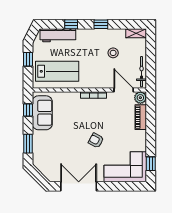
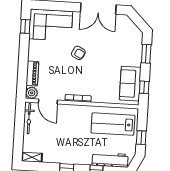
stool: (113, 53) -> (56, 139), removed

